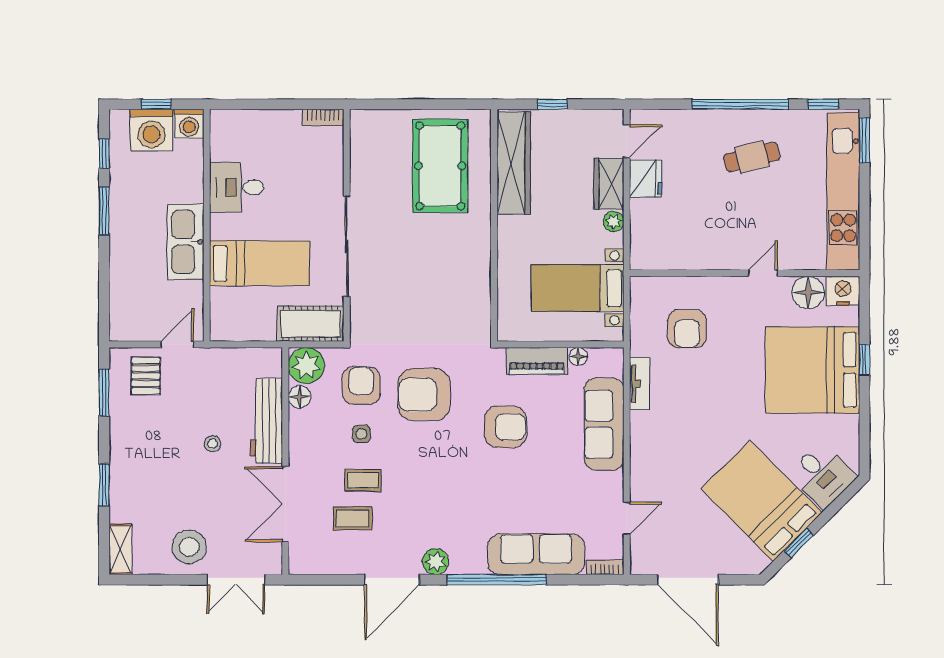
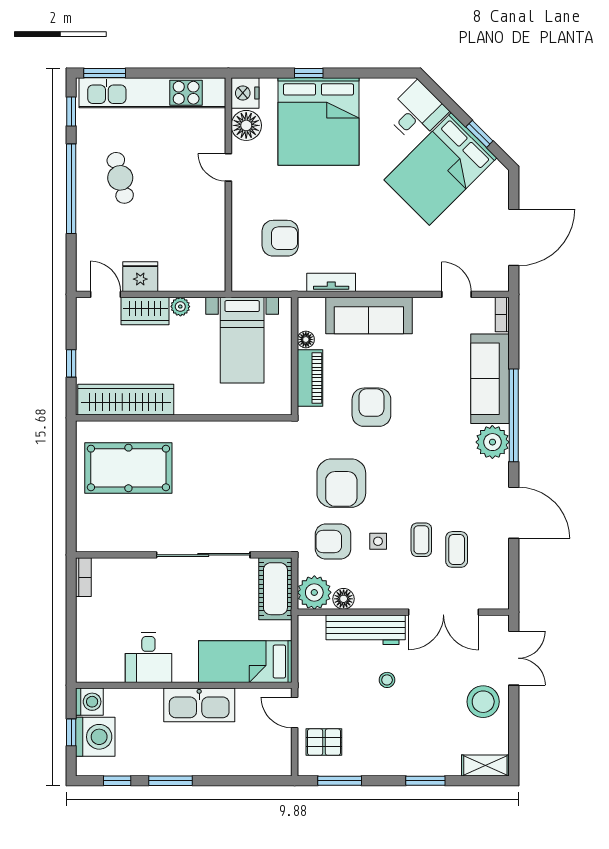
bed: (260, 263) -> (245, 662), moved, turned -90
plant: (436, 562) -> (492, 442), moved, width x1.36, depth x1.36

